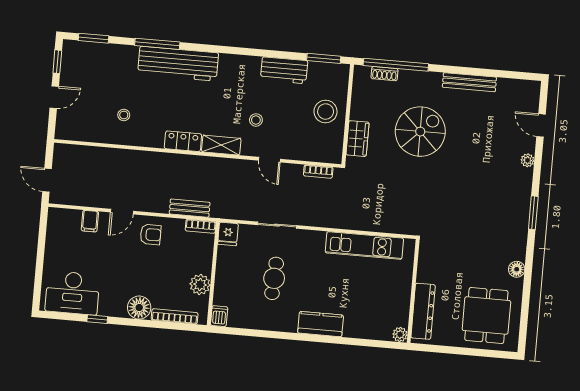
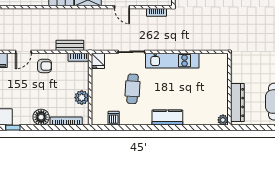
kitchen unit: (364, 245) -> (172, 61), moved
dishwasher: (219, 316) -> (114, 118), moved

